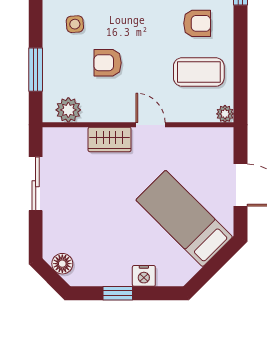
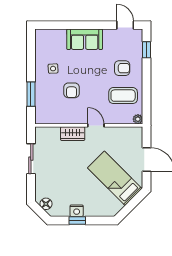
armchair: (108, 63) -> (72, 90), turned -90
plant: (68, 110) -> (49, 117), removed
nightstand: (144, 276) -> (77, 211), moved

